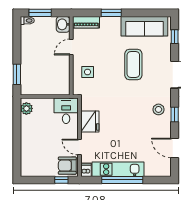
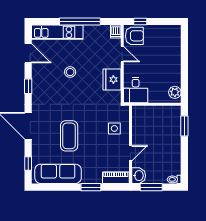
window: (40, 13) -> (151, 187), moved
stool: (159, 109) -> (70, 72), moved
kitchen unit: (118, 169) -> (57, 32), moved

